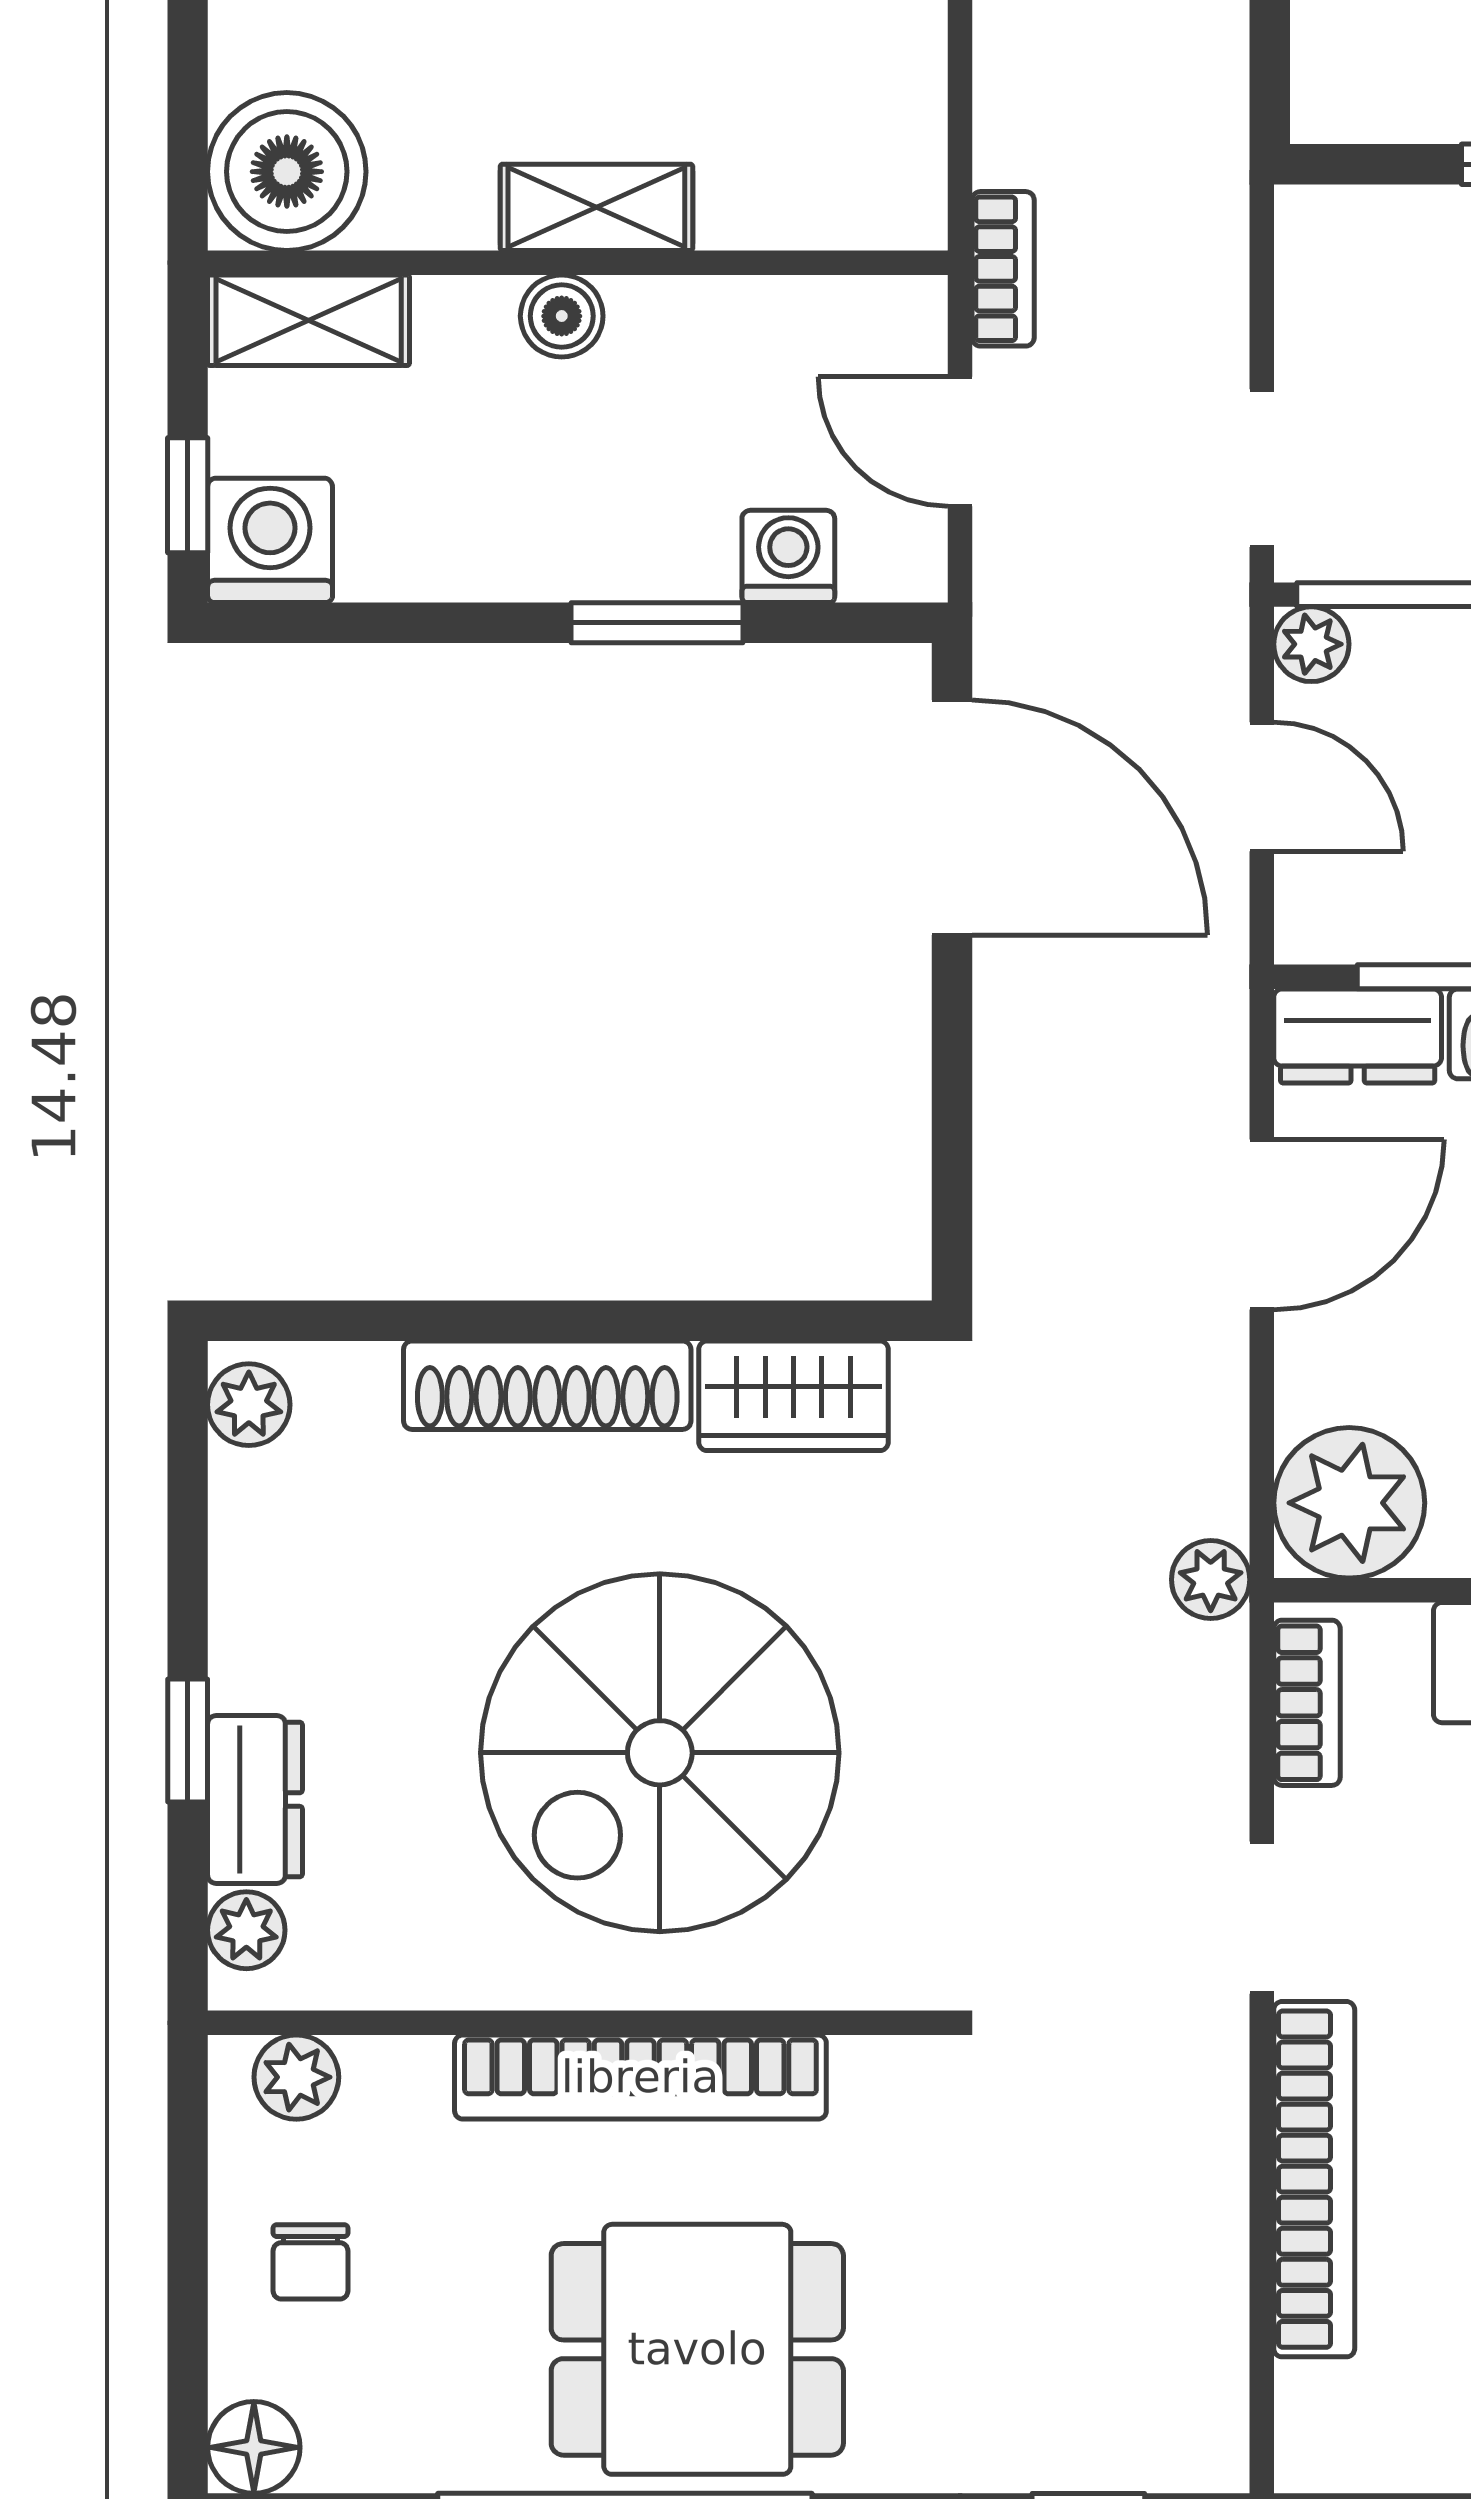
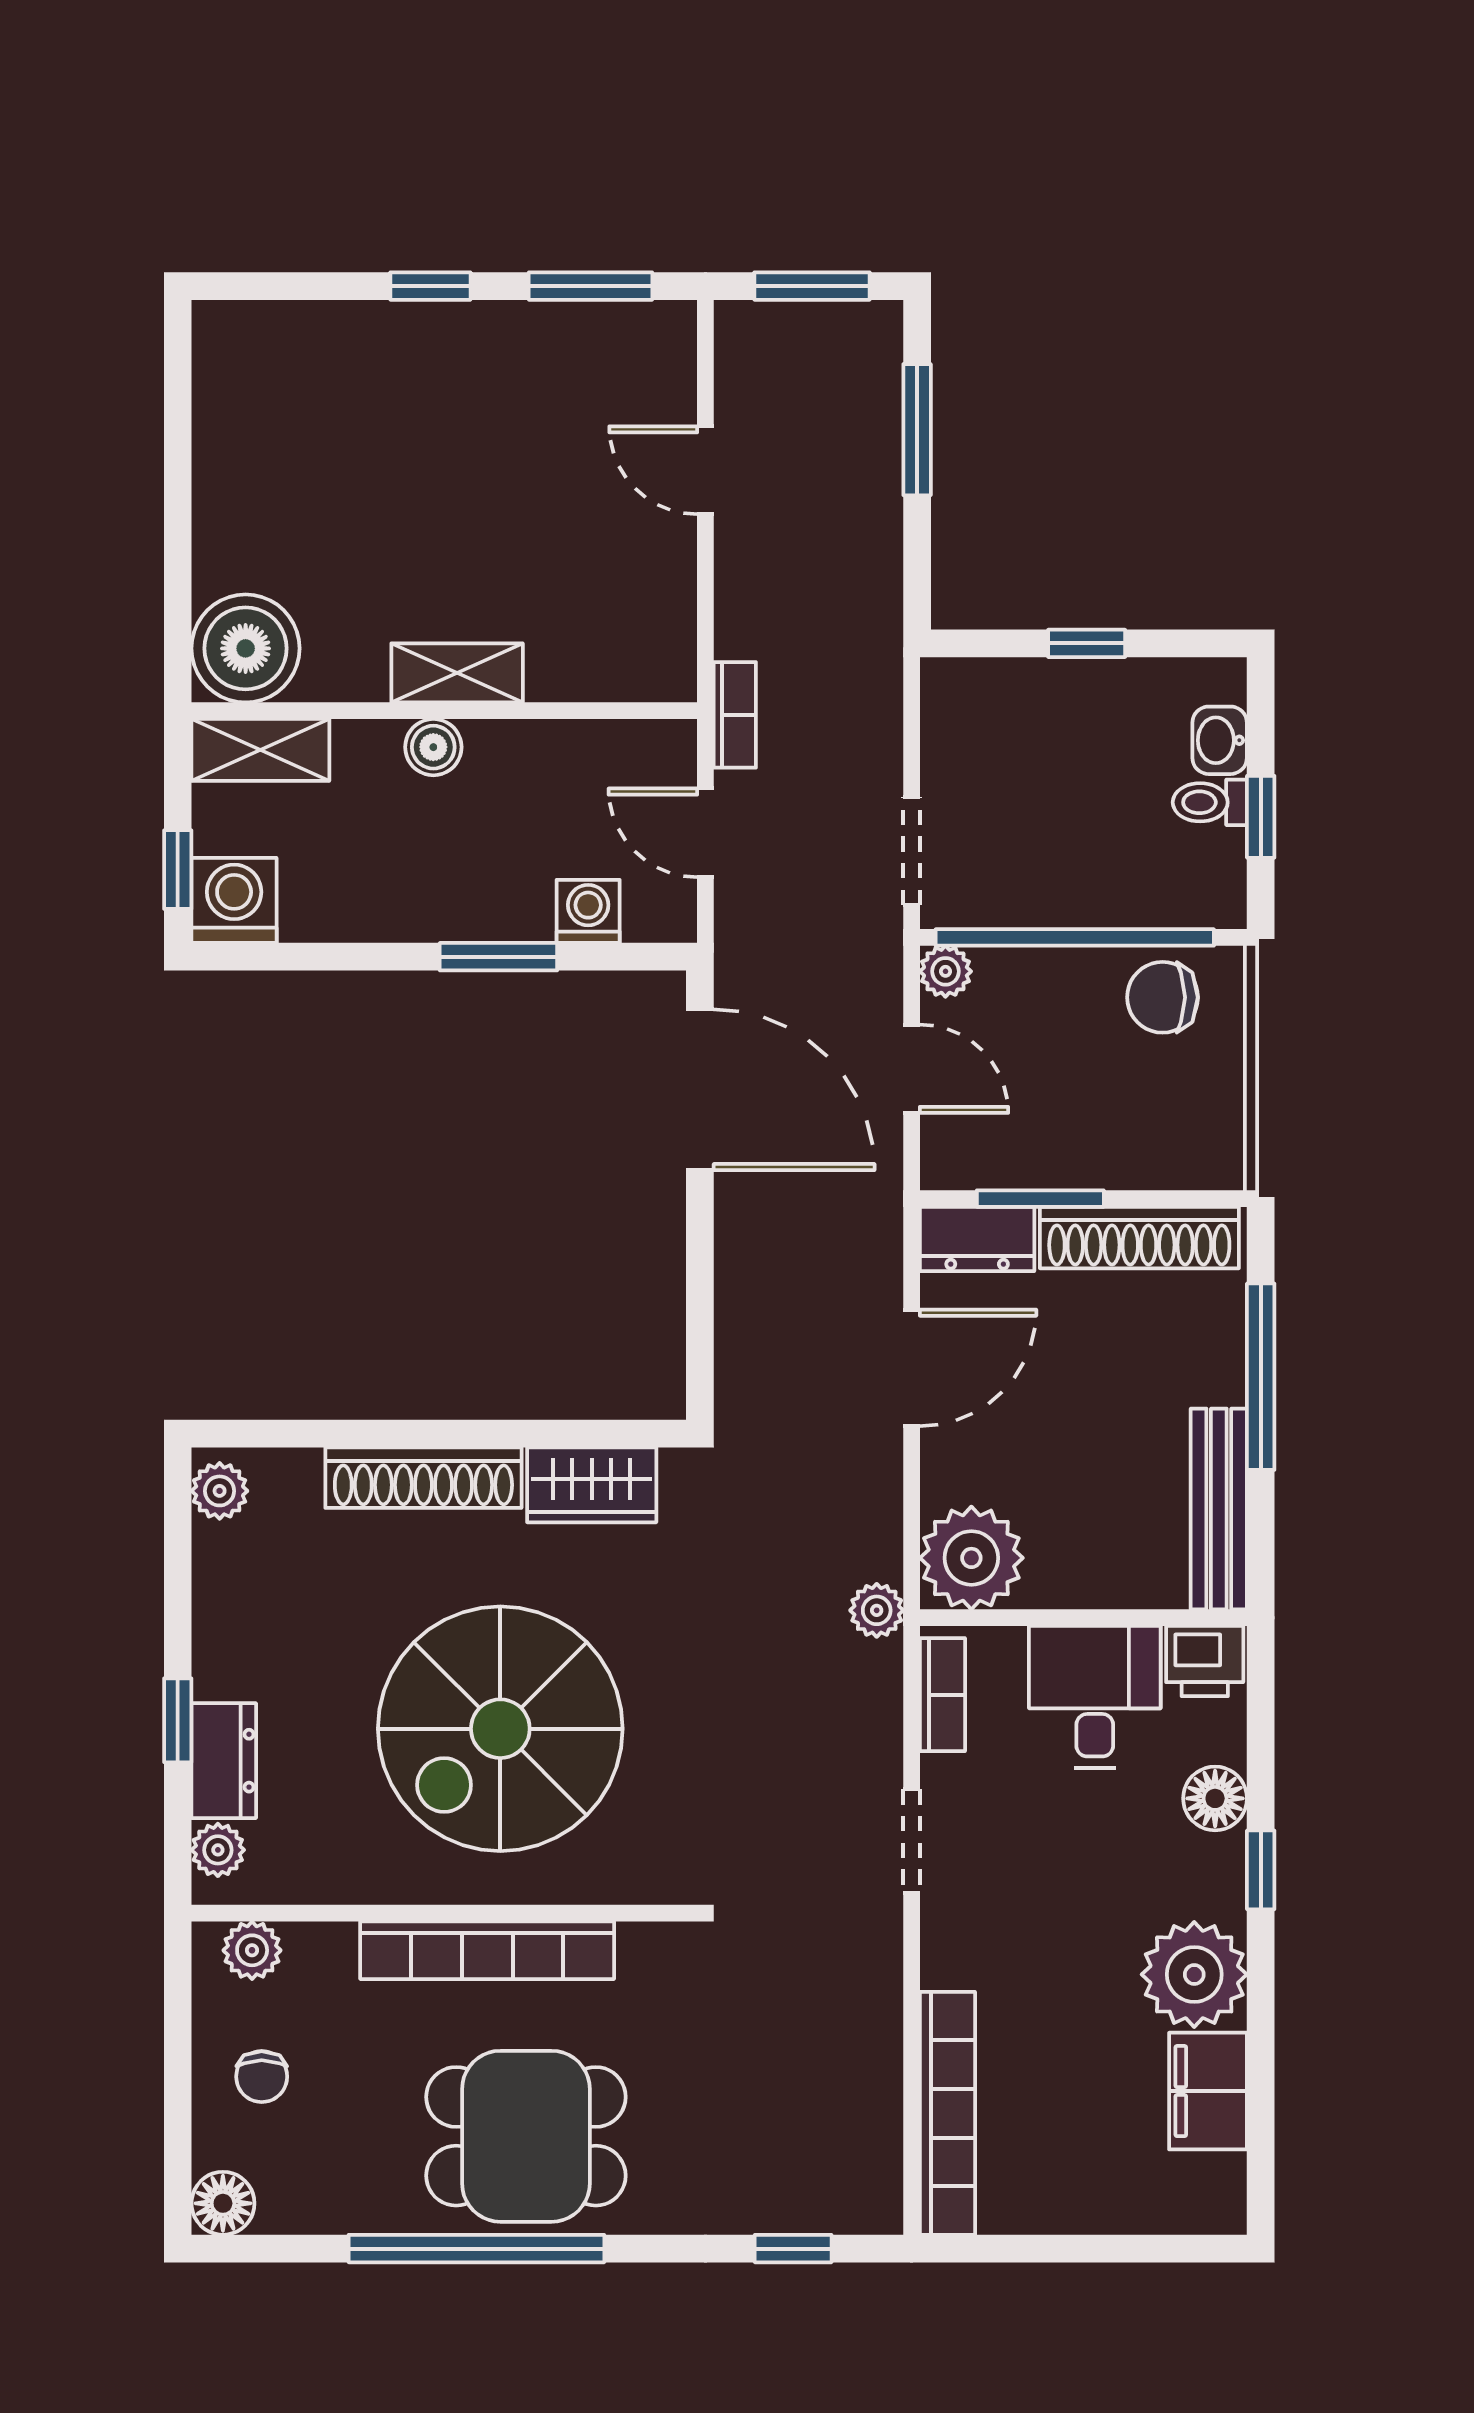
bookcase: (1314, 2179) -> (947, 2113), moved

